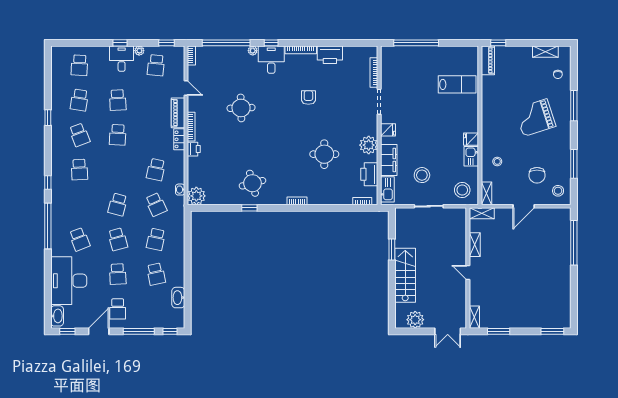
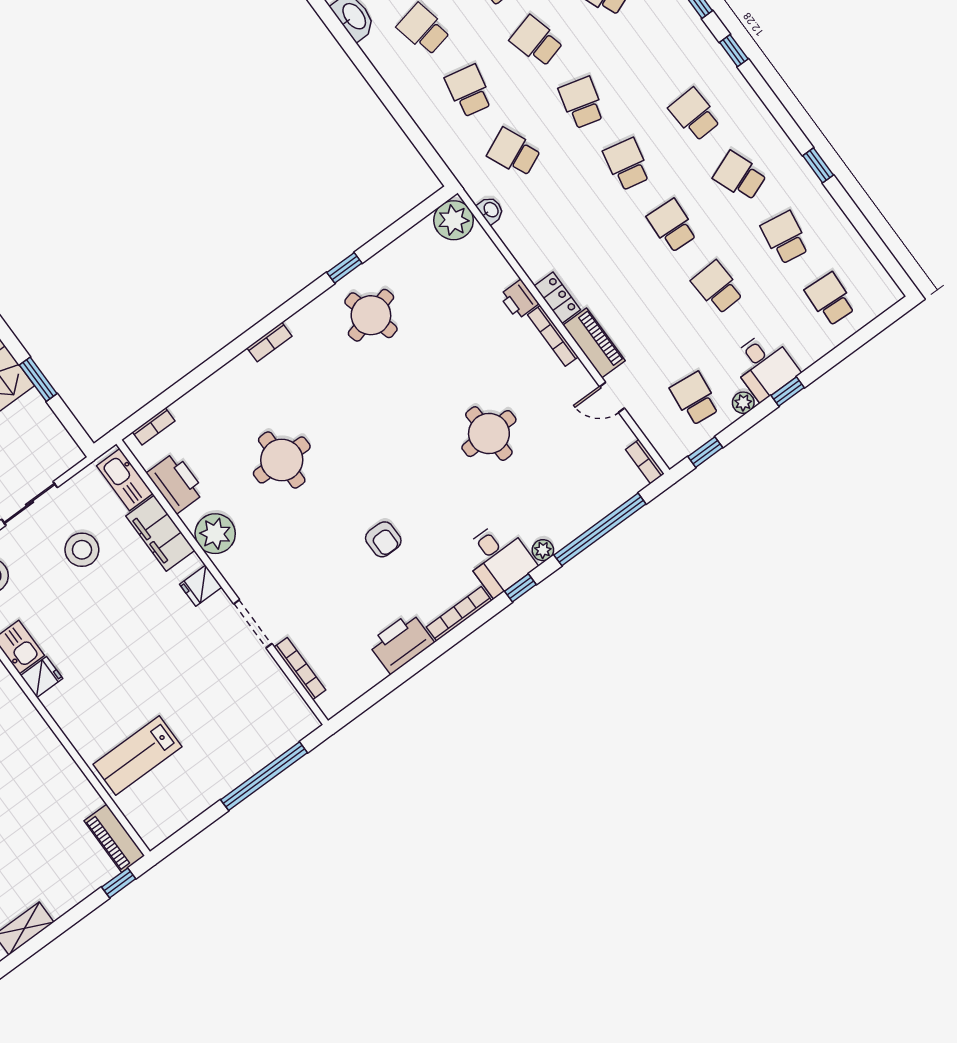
school desk: (156, 170) -> (627, 164), moved

